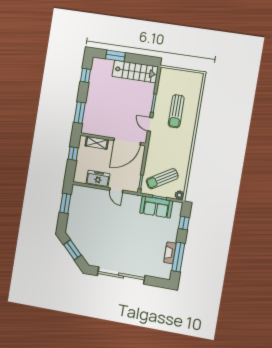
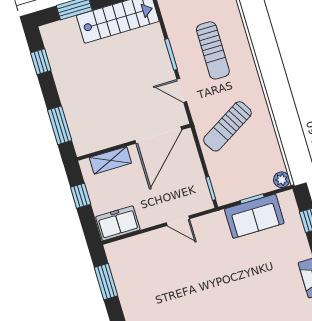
freezer: (98, 179) -> (118, 223), moved
sun lounger: (162, 179) -> (227, 126), moved

